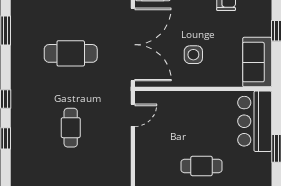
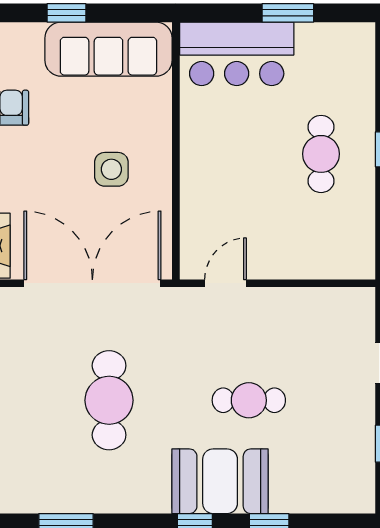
sofa: (257, 62) -> (108, 49), width x1.36
booth: (28, 112) -> (220, 481), added
door: (133, 115) -> (226, 283), hinge flipped

